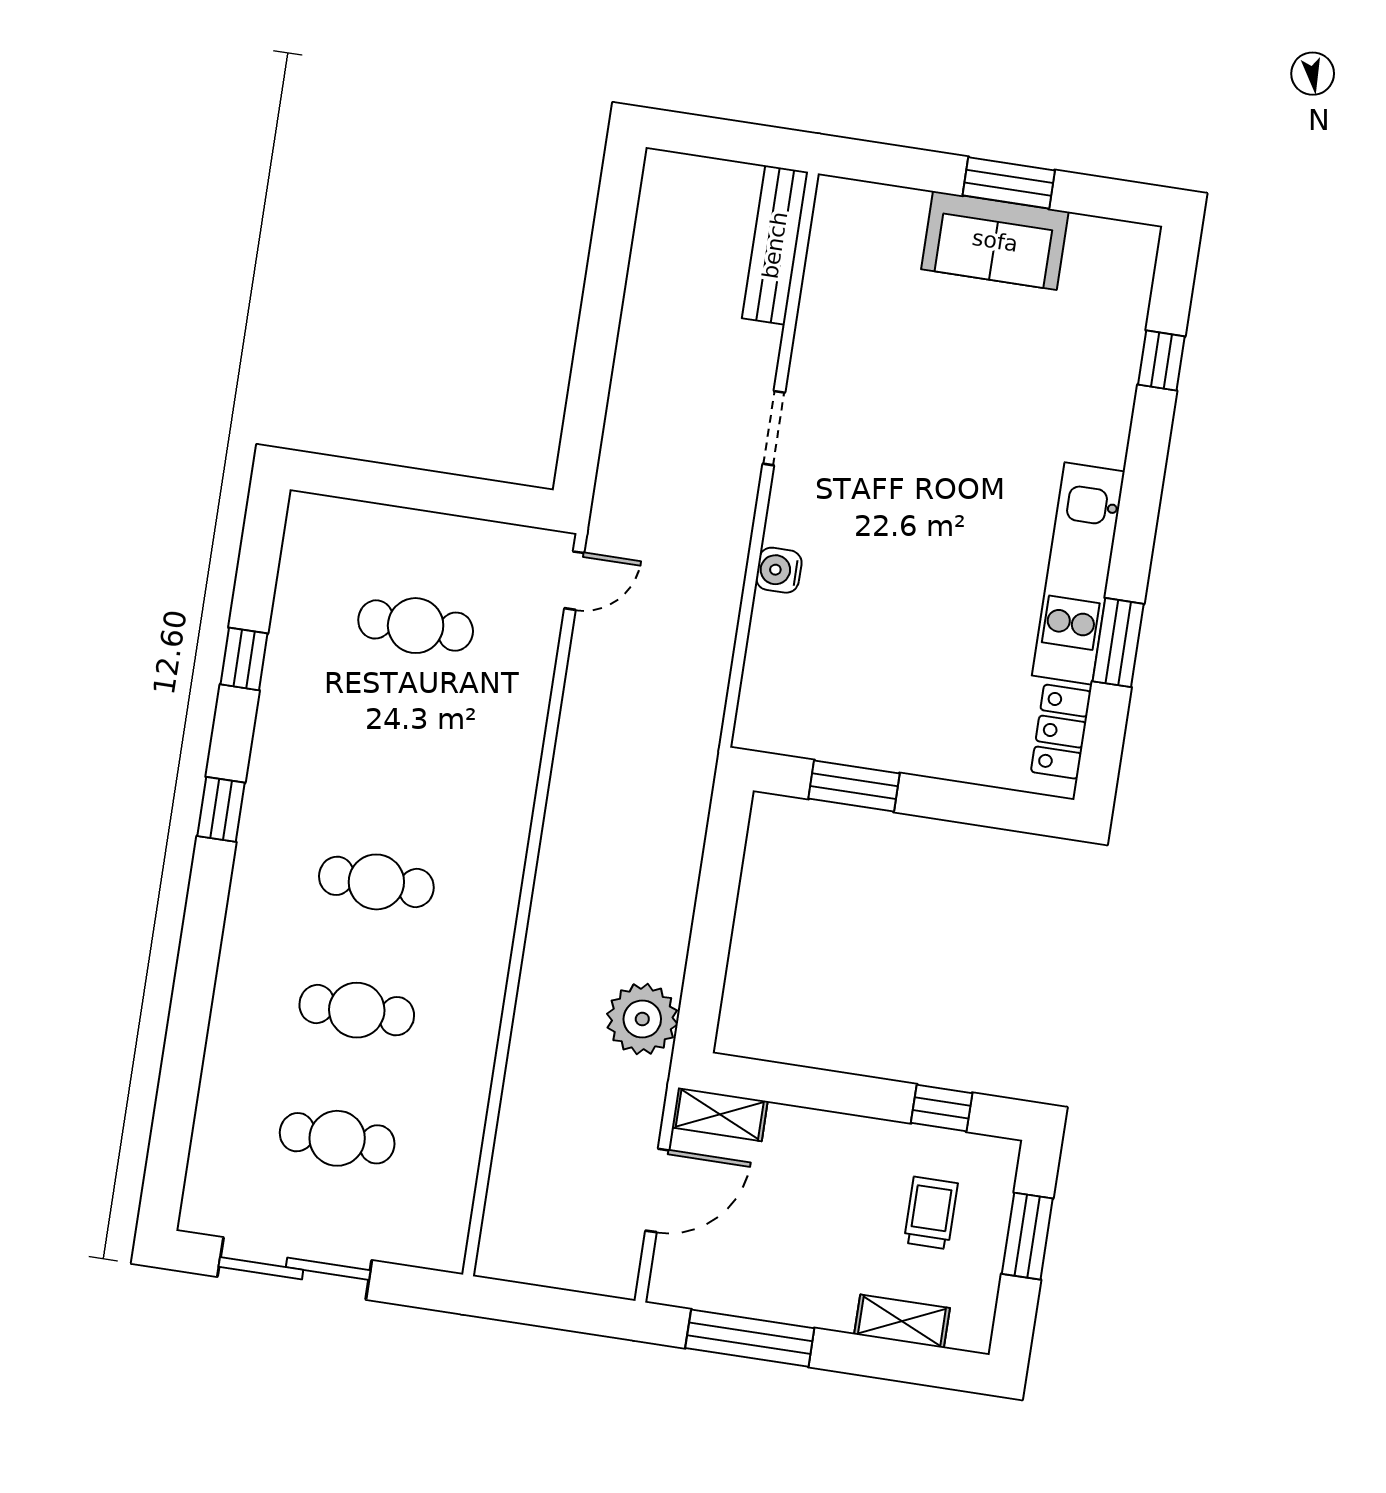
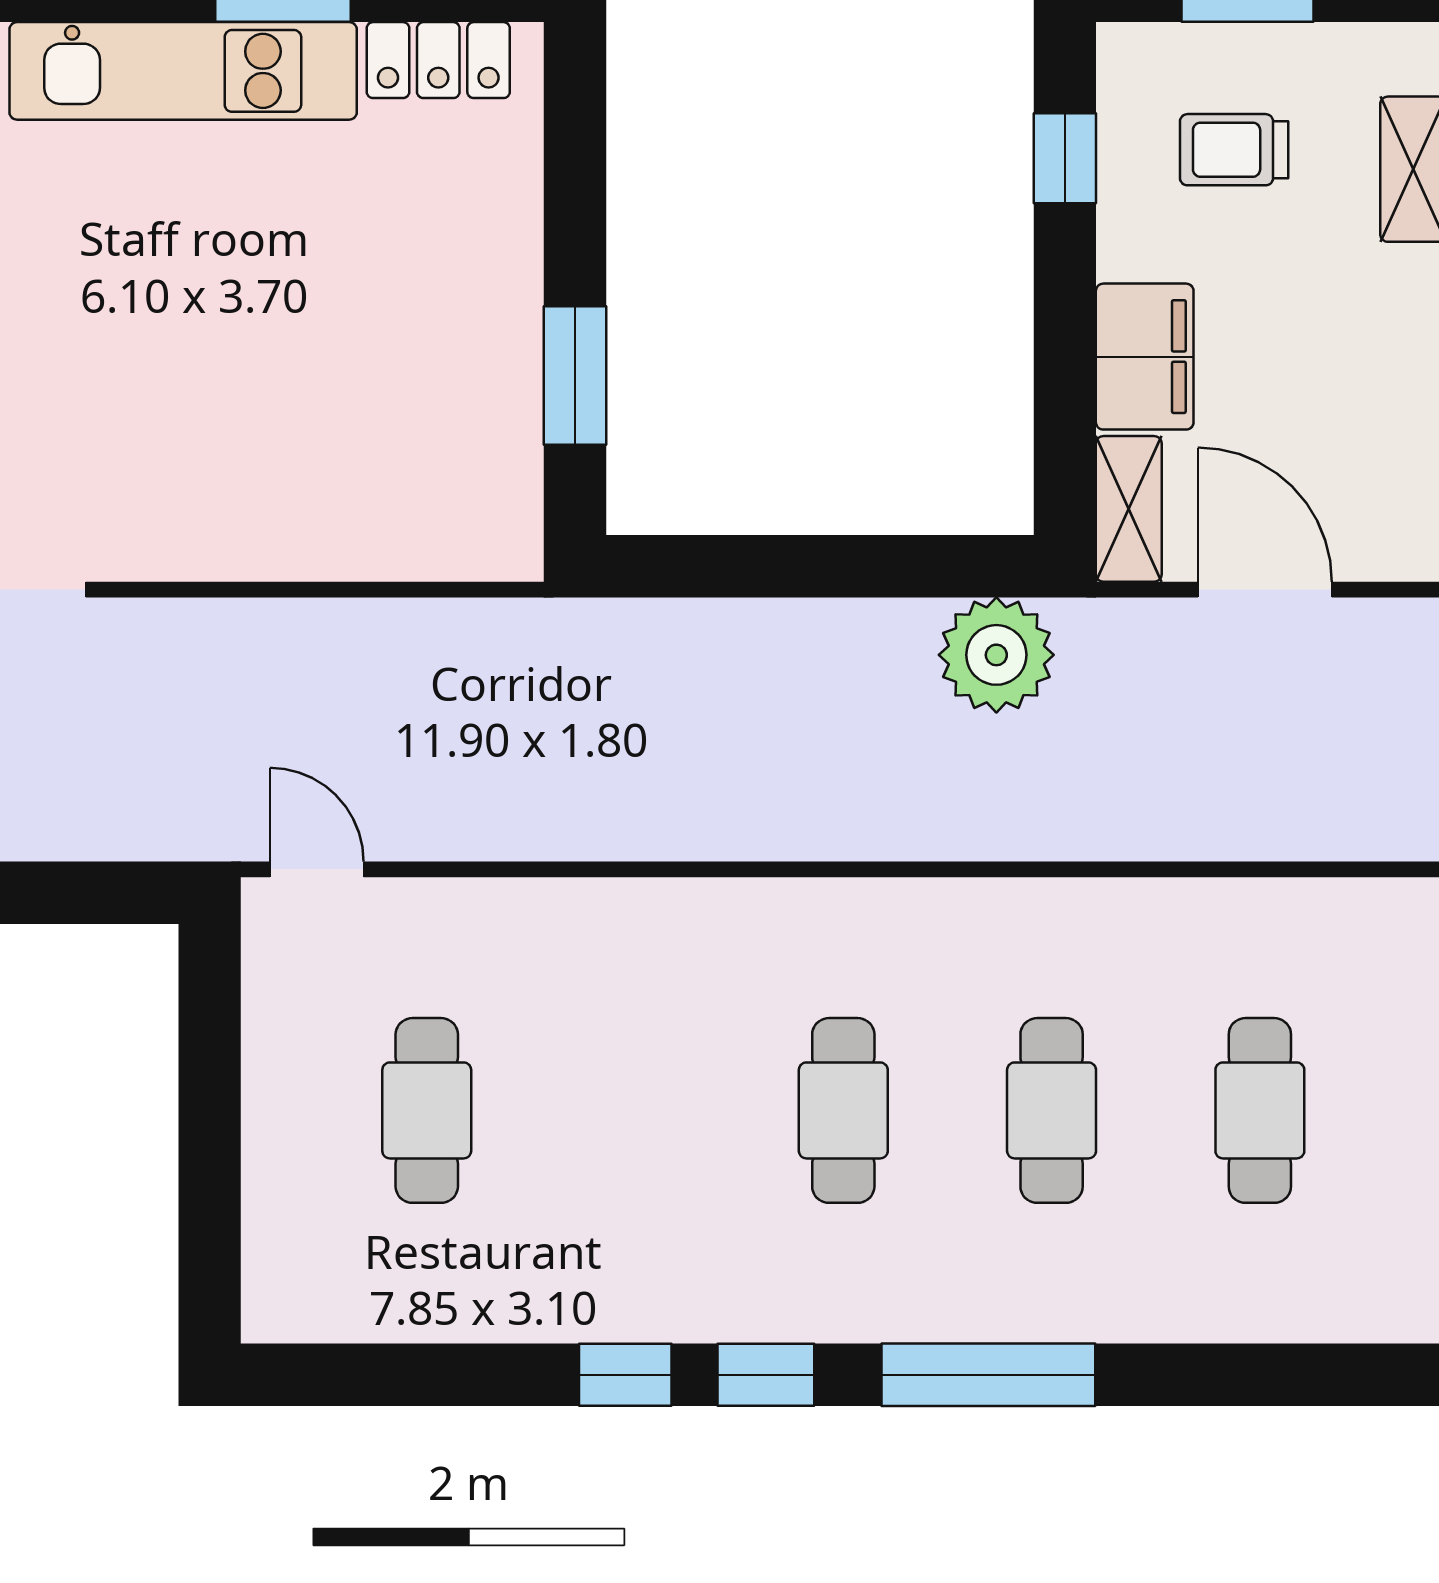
water cooler: (779, 570) -> (251, 547), removed
window: (244, 659) -> (625, 1375), moved
window: (200, 946) -> (988, 1375), added
filing cabinet: (812, 1138) -> (1145, 357), added

